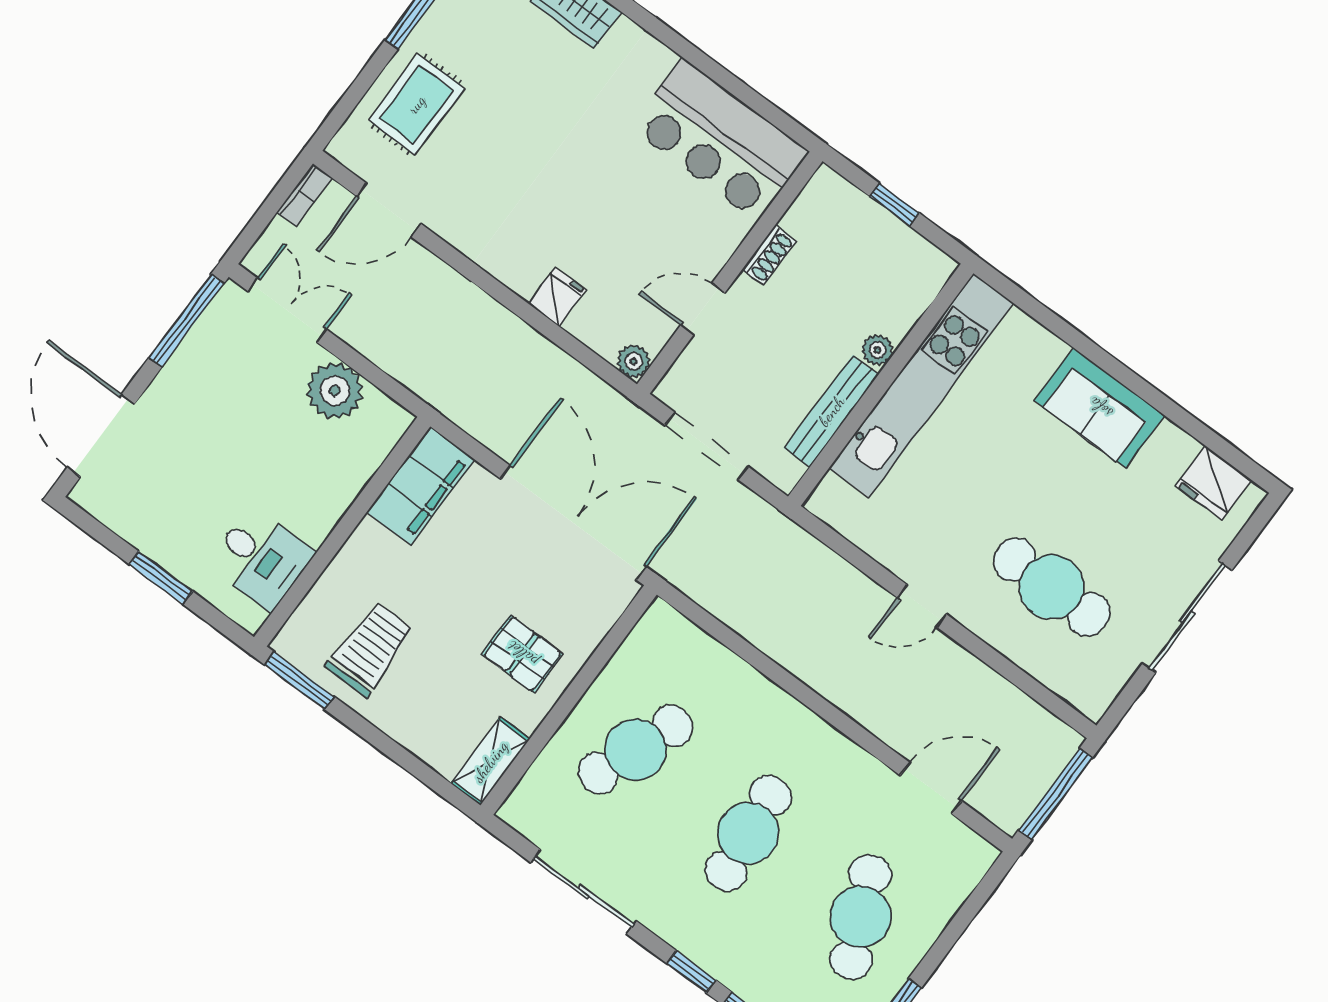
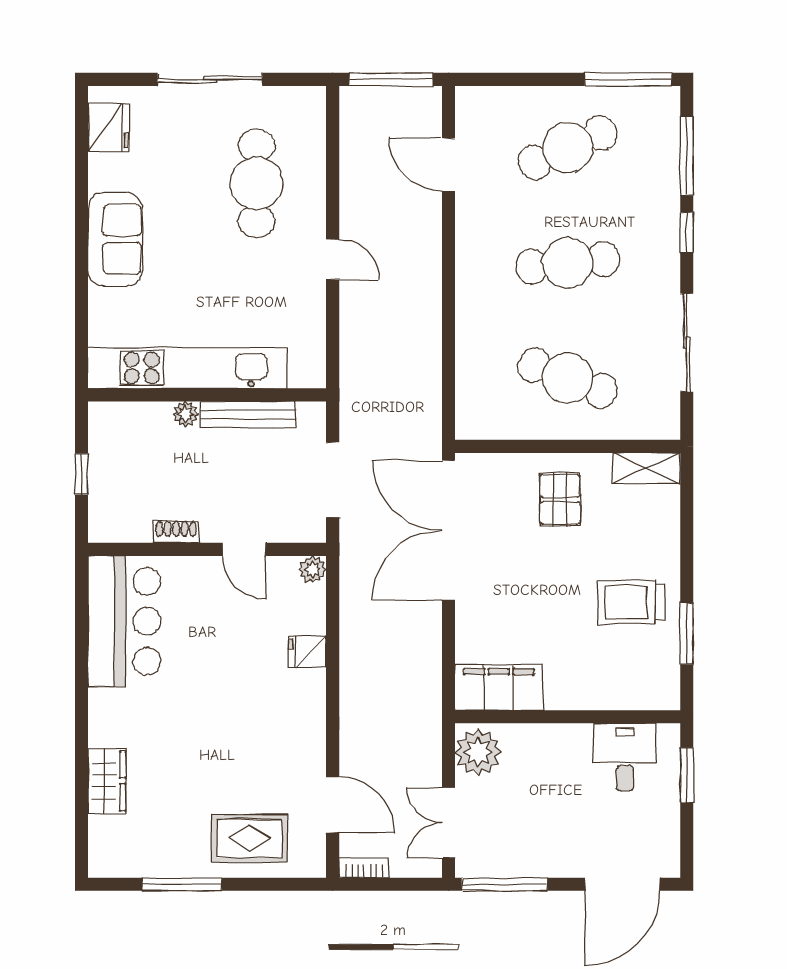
filing cabinet: (421, 486) -> (499, 688), moved
wall: (342, 532) -> (568, 717), moved
desk: (261, 558) -> (625, 757), moved

